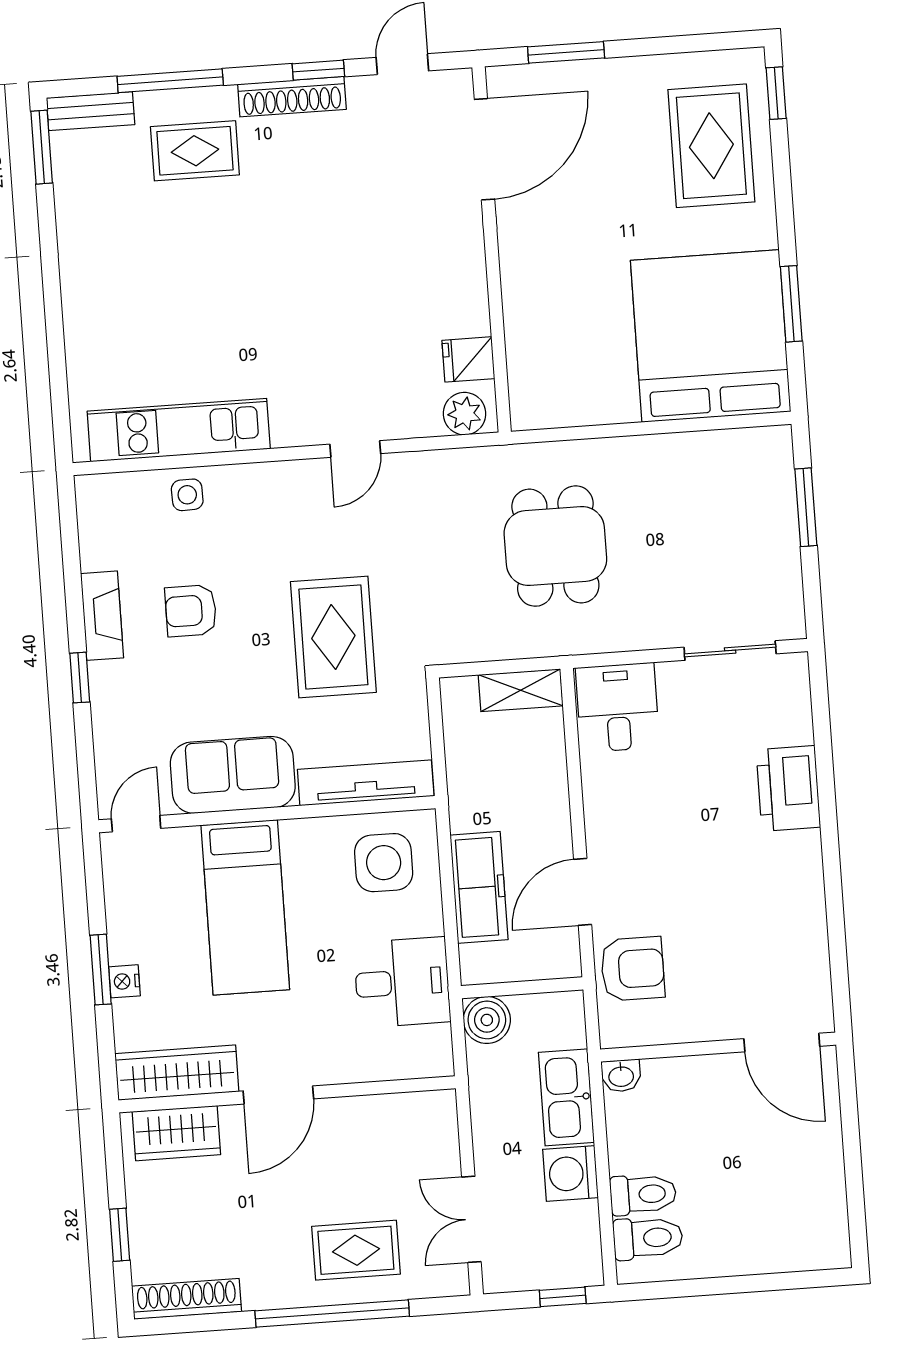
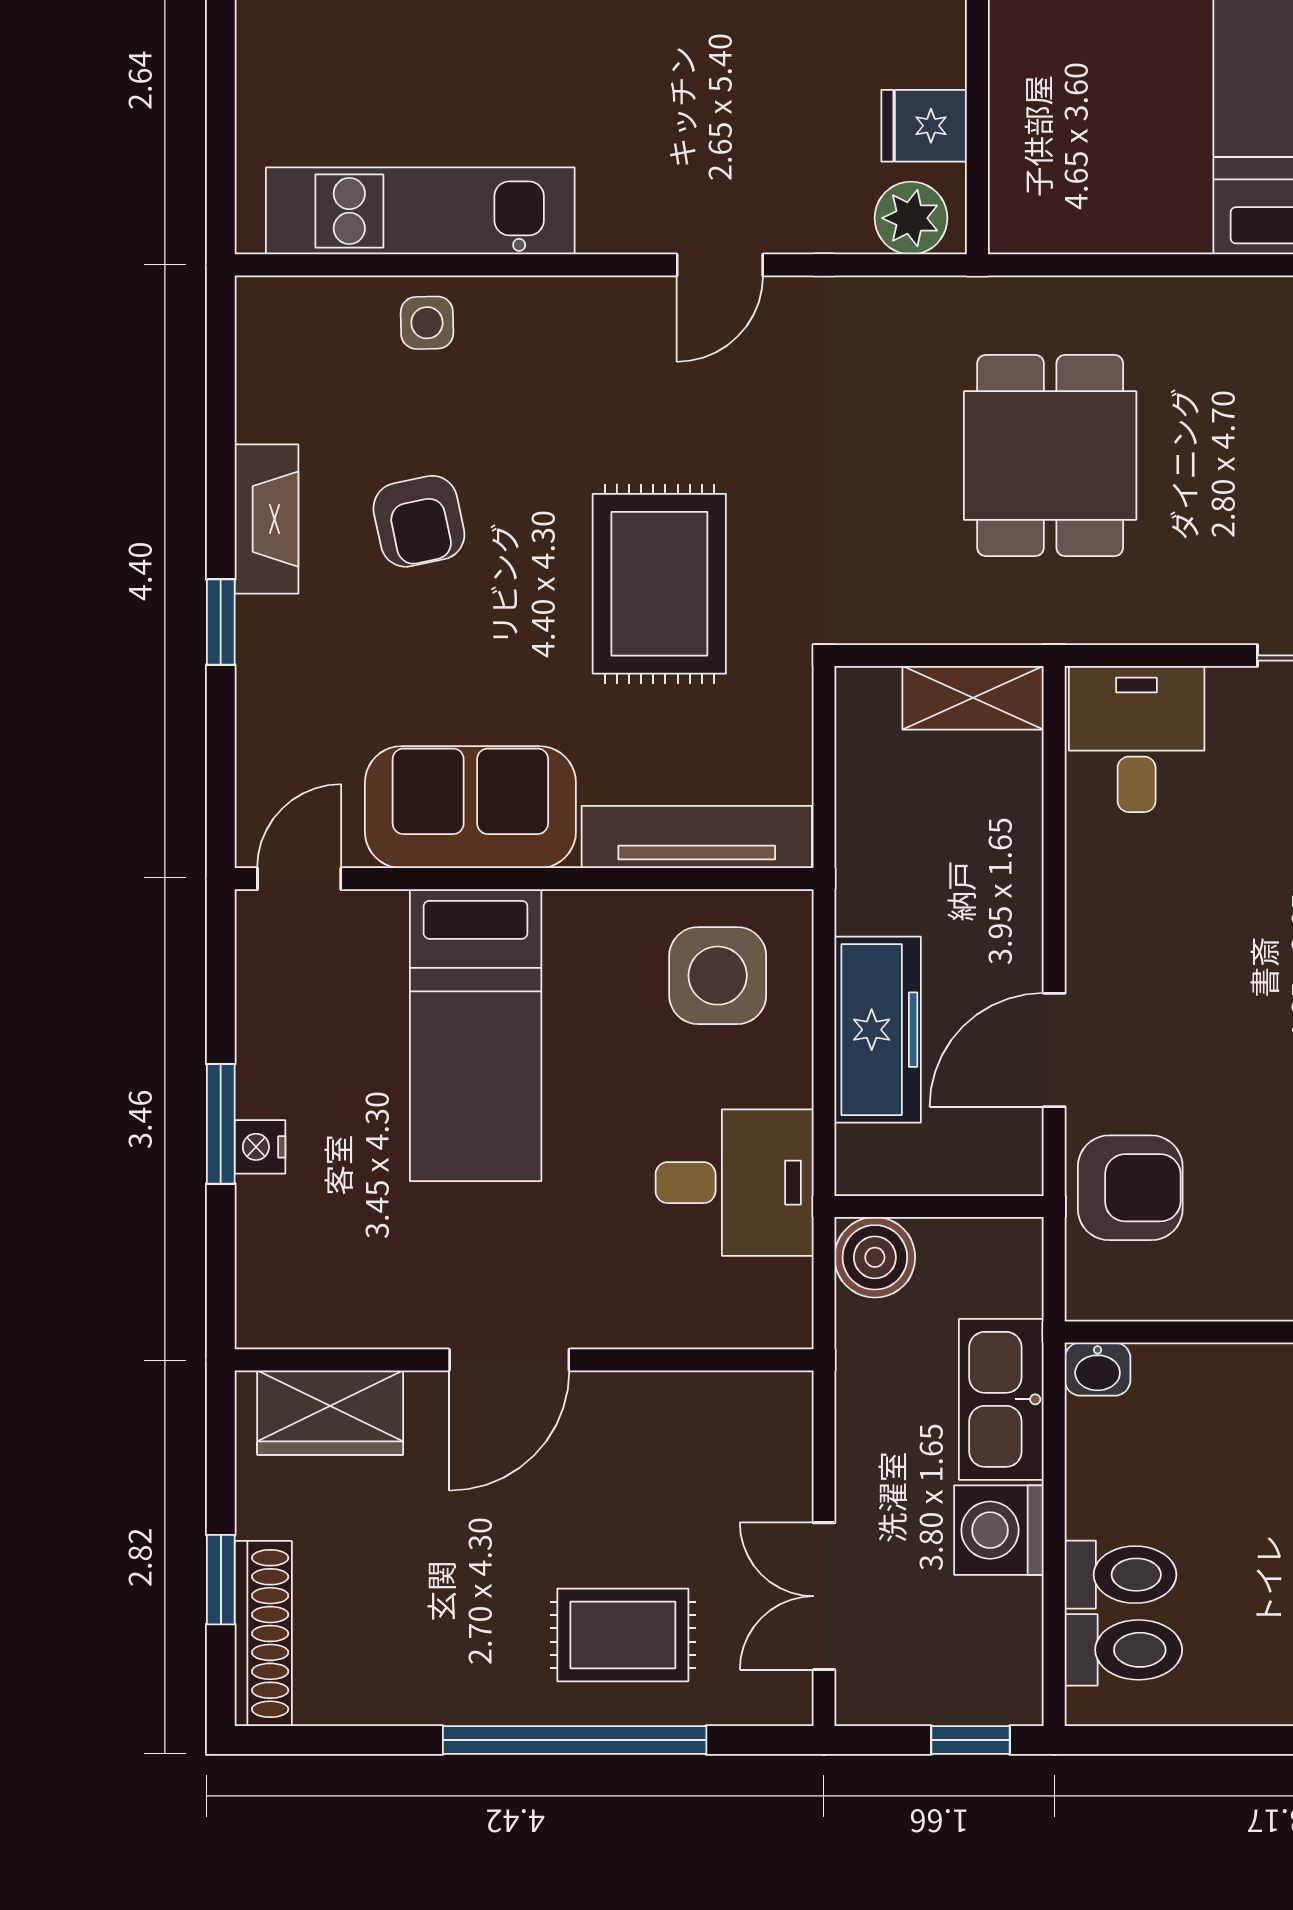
armchair: (191, 611) -> (419, 521), turned -102
wardrobe: (177, 1073) -> (338, 1309), removed
shoe rack: (187, 1299) -> (263, 1633), moved, turned 90

